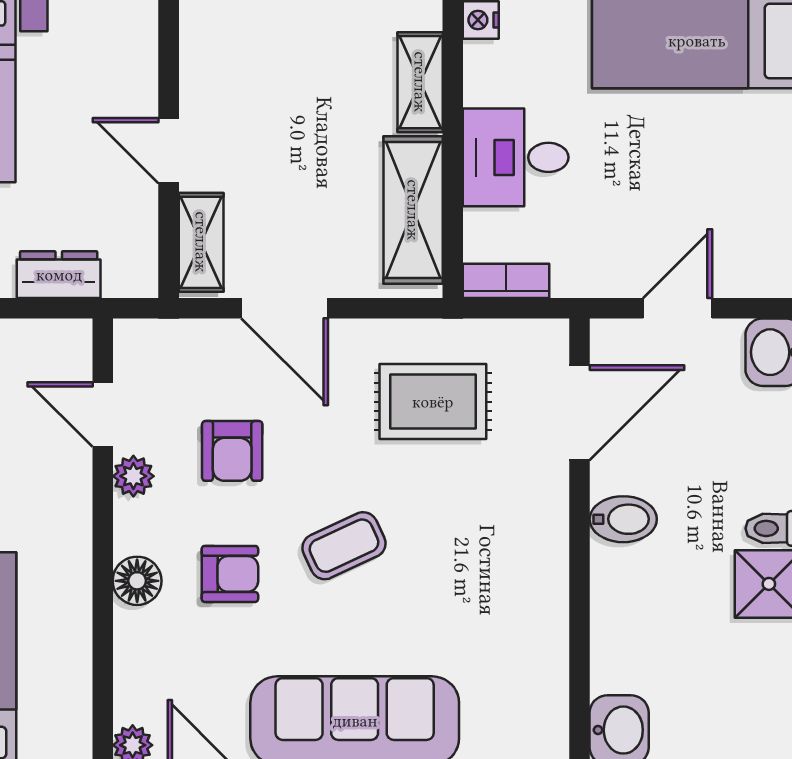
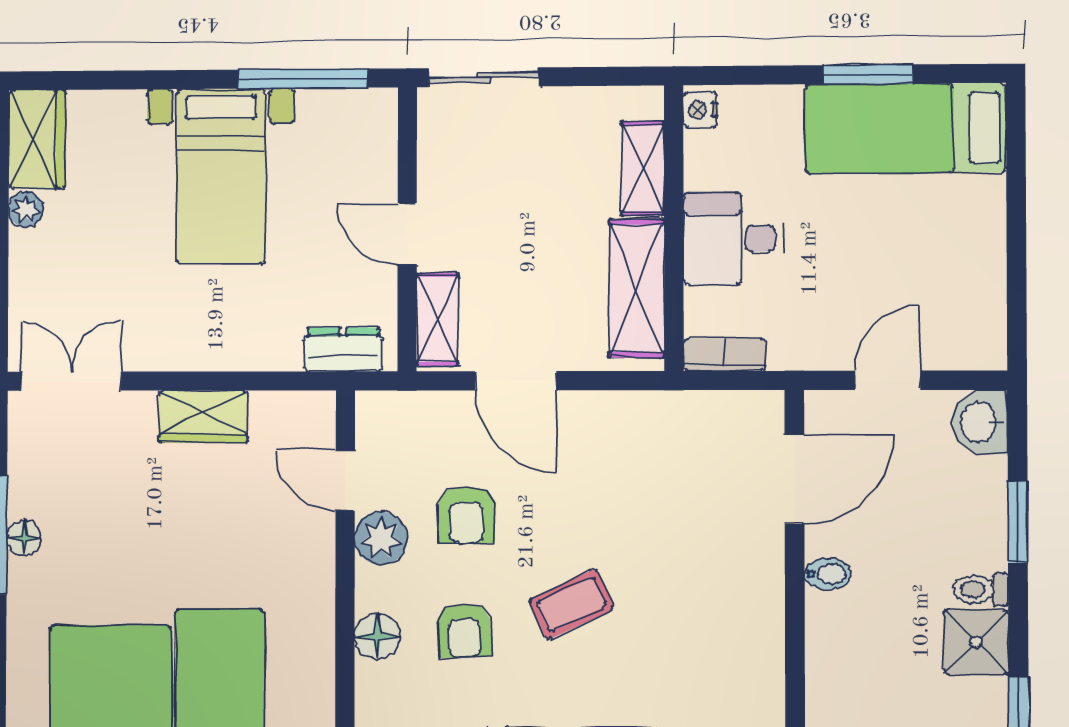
dresser: (59, 275) -> (343, 349), moved
rug: (433, 402) -> (655, 468), removed
plant: (133, 476) -> (381, 538), width x1.38, depth x1.38
bidet: (623, 519) -> (828, 574), width x0.72, depth x0.74
armchair: (230, 574) -> (464, 631), turned 87

